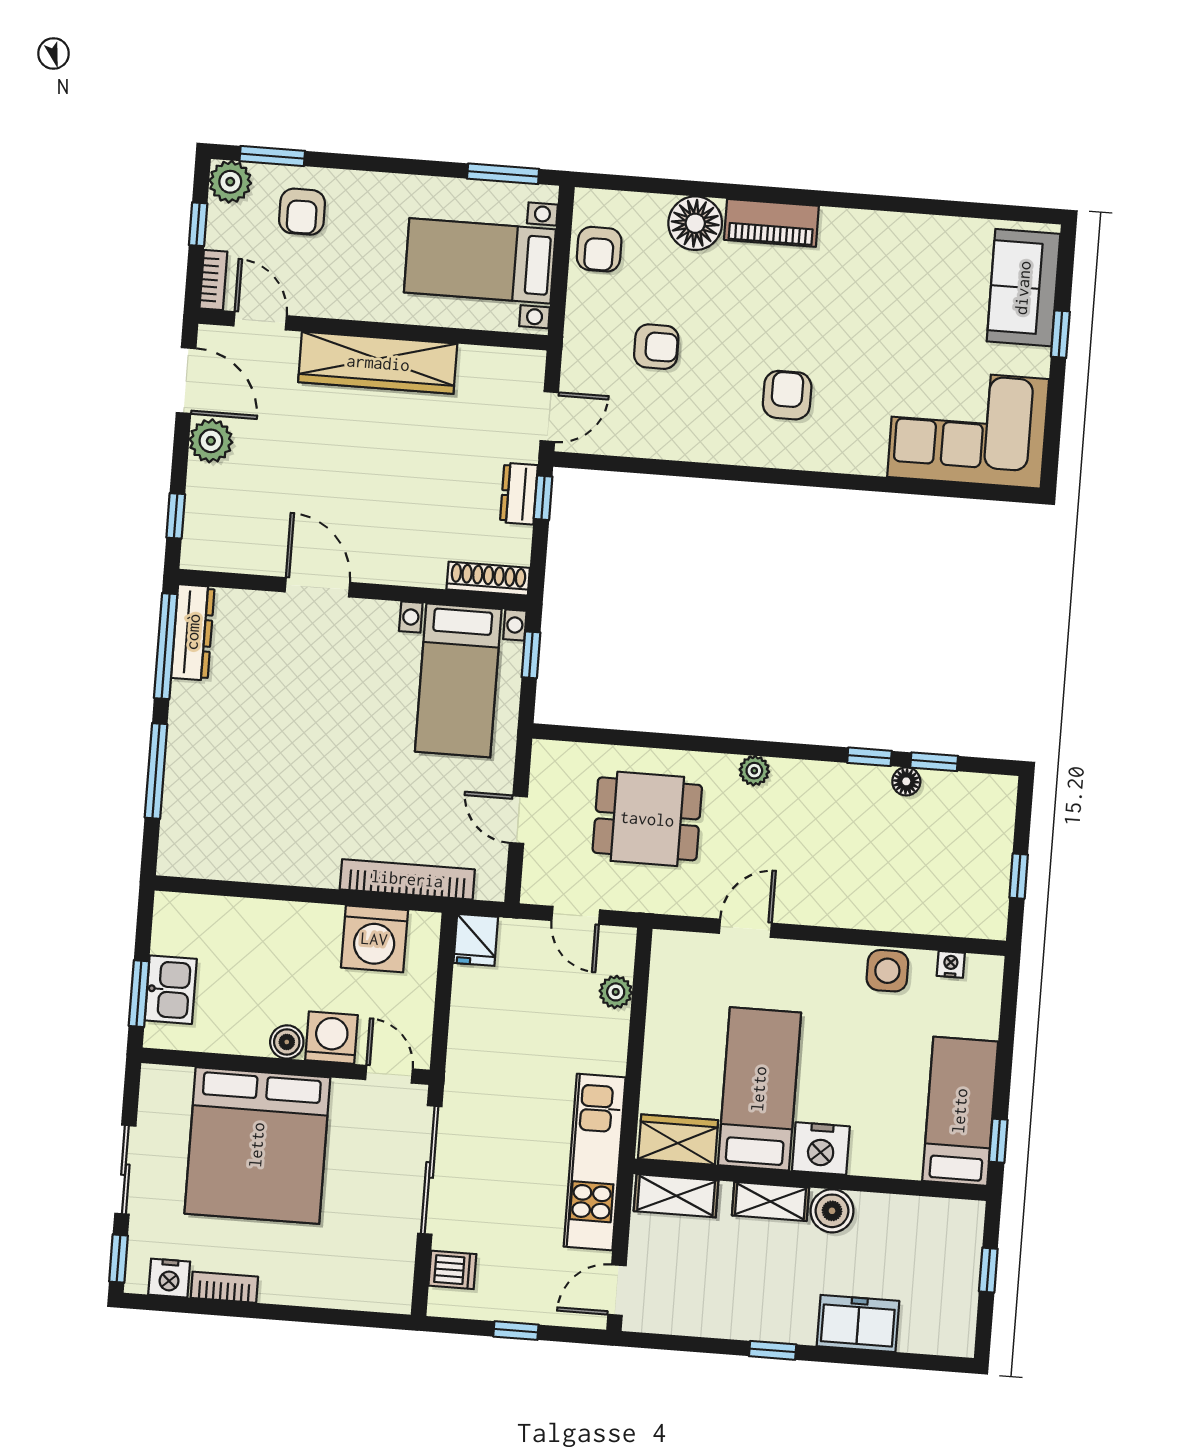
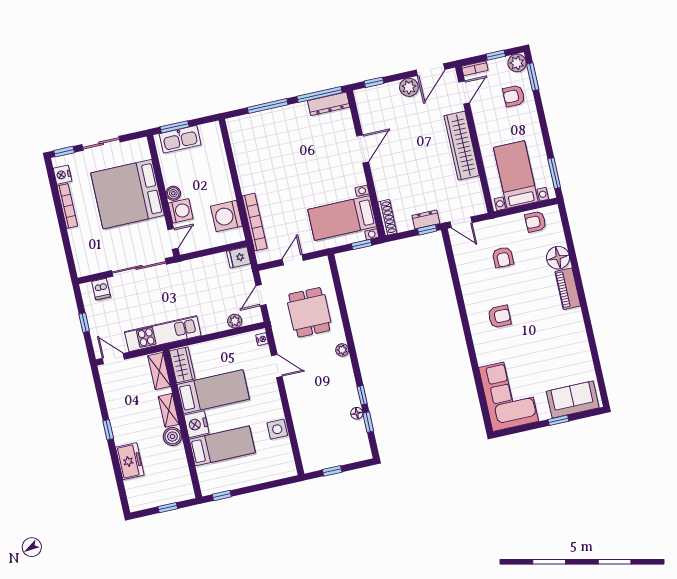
nightstand: (951, 964) -> (262, 339), moved
kitchen sink: (171, 990) -> (180, 139), width x1.38
bed: (960, 1111) -> (222, 446), moved
bookcase: (224, 1287) -> (67, 206), width x1.56

